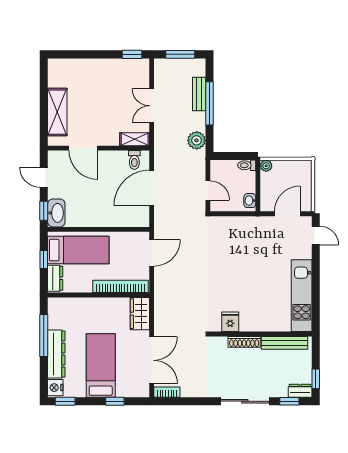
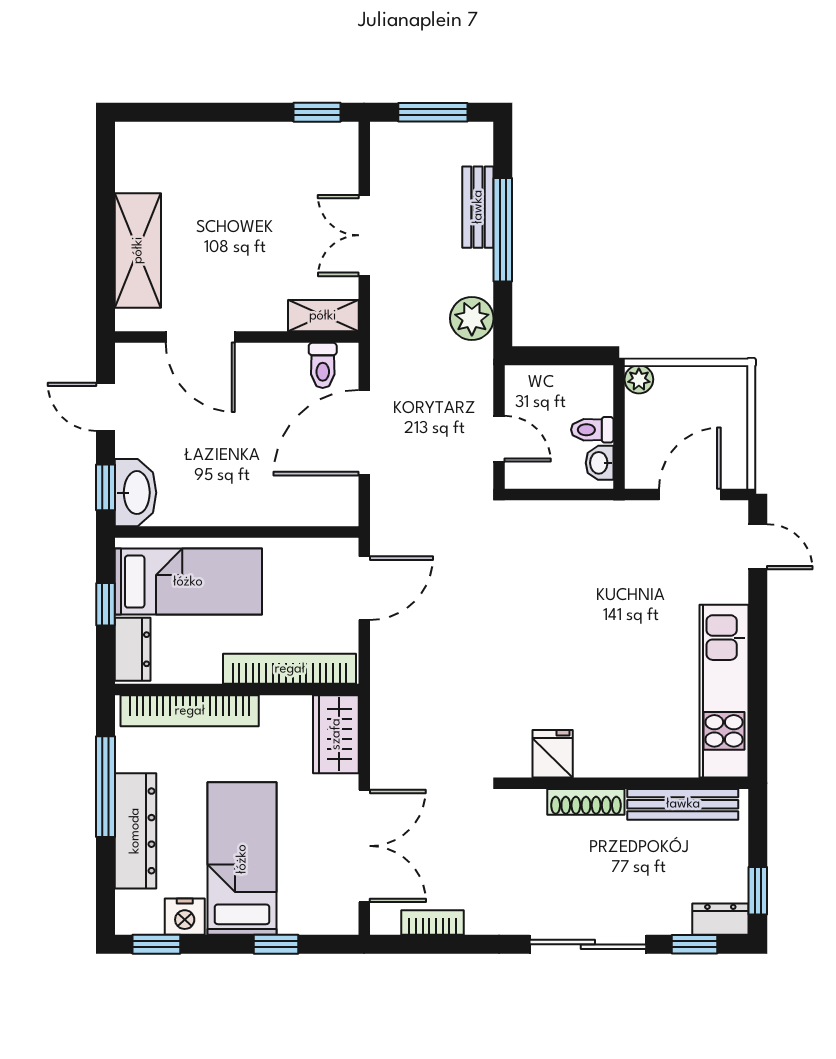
toilet: (247, 165) -> (592, 430), moved
bookcase: (79, 304) -> (190, 711), added
nightstand: (55, 388) -> (185, 917), moved, turned -90
bookcase: (167, 392) -> (433, 923), moved

